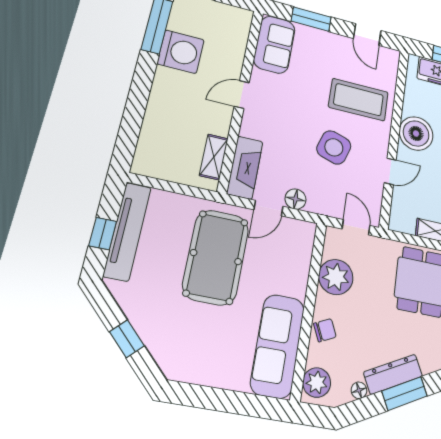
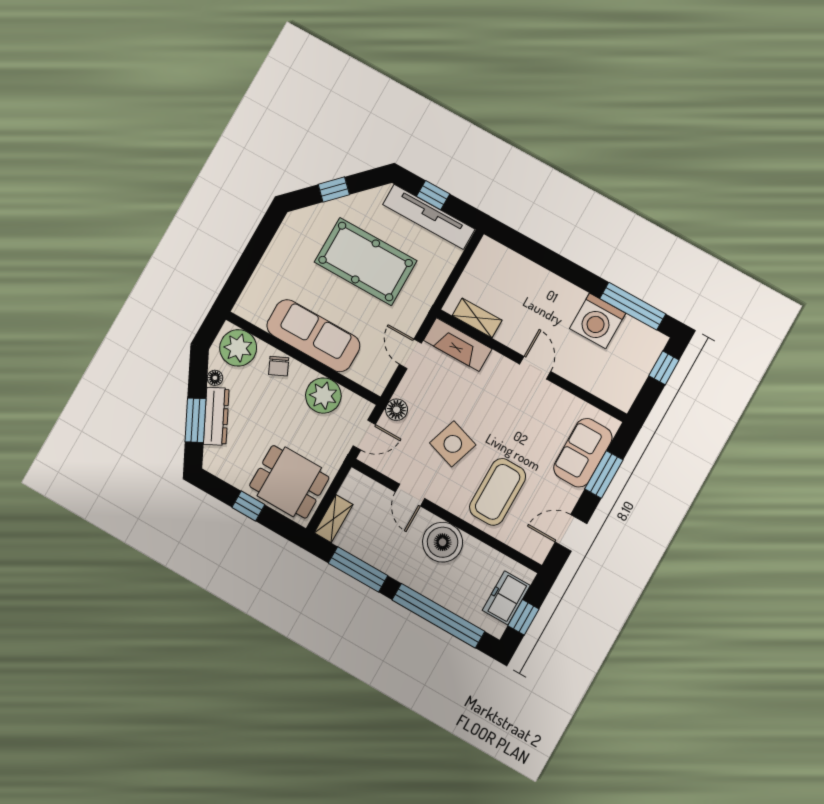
sofa: (274, 45) -> (583, 453), moved, turned 90
floor lamp: (295, 199) -> (397, 410), moved
pool table: (216, 257) -> (366, 261), moved
sofa: (278, 346) -> (313, 336), moved
plant: (317, 383) -> (238, 348), width x1.36, depth x1.36

